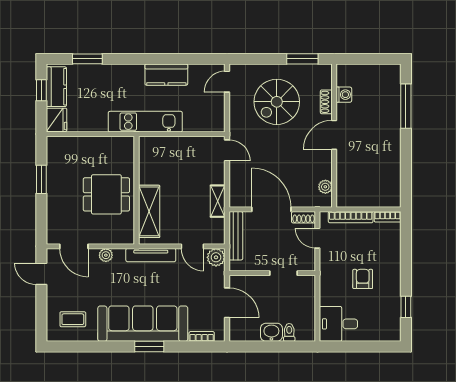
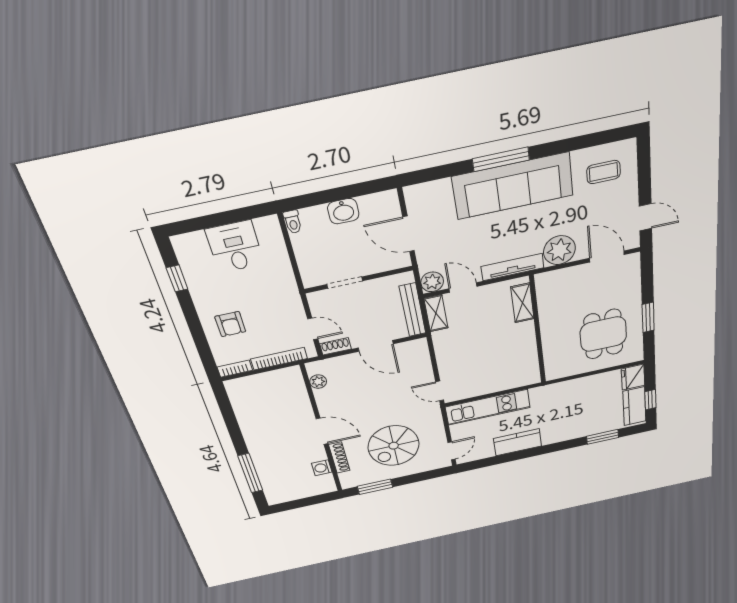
spiral stairs: (277, 102) -> (394, 446), turned 180
shoe rack: (326, 102) -> (339, 458), width x1.43
kitchen unit: (145, 122) -> (488, 407), moved
door: (334, 135) -> (322, 431), hinge flipped
dining table: (106, 194) -> (603, 334), moved, turned 90
shelving: (218, 201) -> (436, 313), moved
door: (271, 209) -> (376, 346), width x0.73
shelving: (149, 211) -> (522, 303), width x0.67, depth x0.75
plant: (106, 255) -> (559, 250), width x1.88, depth x1.88
armchair: (363, 279) -> (230, 324), moved
desk: (338, 324) -> (235, 247), moved, turned -90
toilet: (289, 332) -> (293, 222), moved
bookcase: (202, 336) -> (434, 187), removed
window: (149, 347) -> (501, 159), width x1.44

